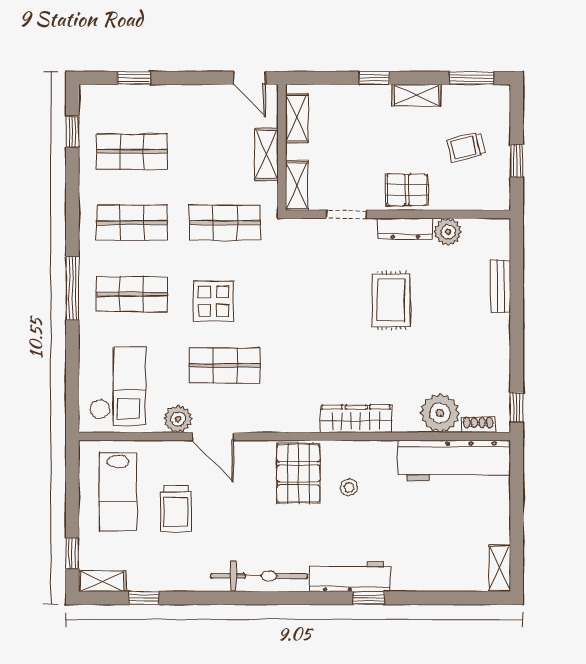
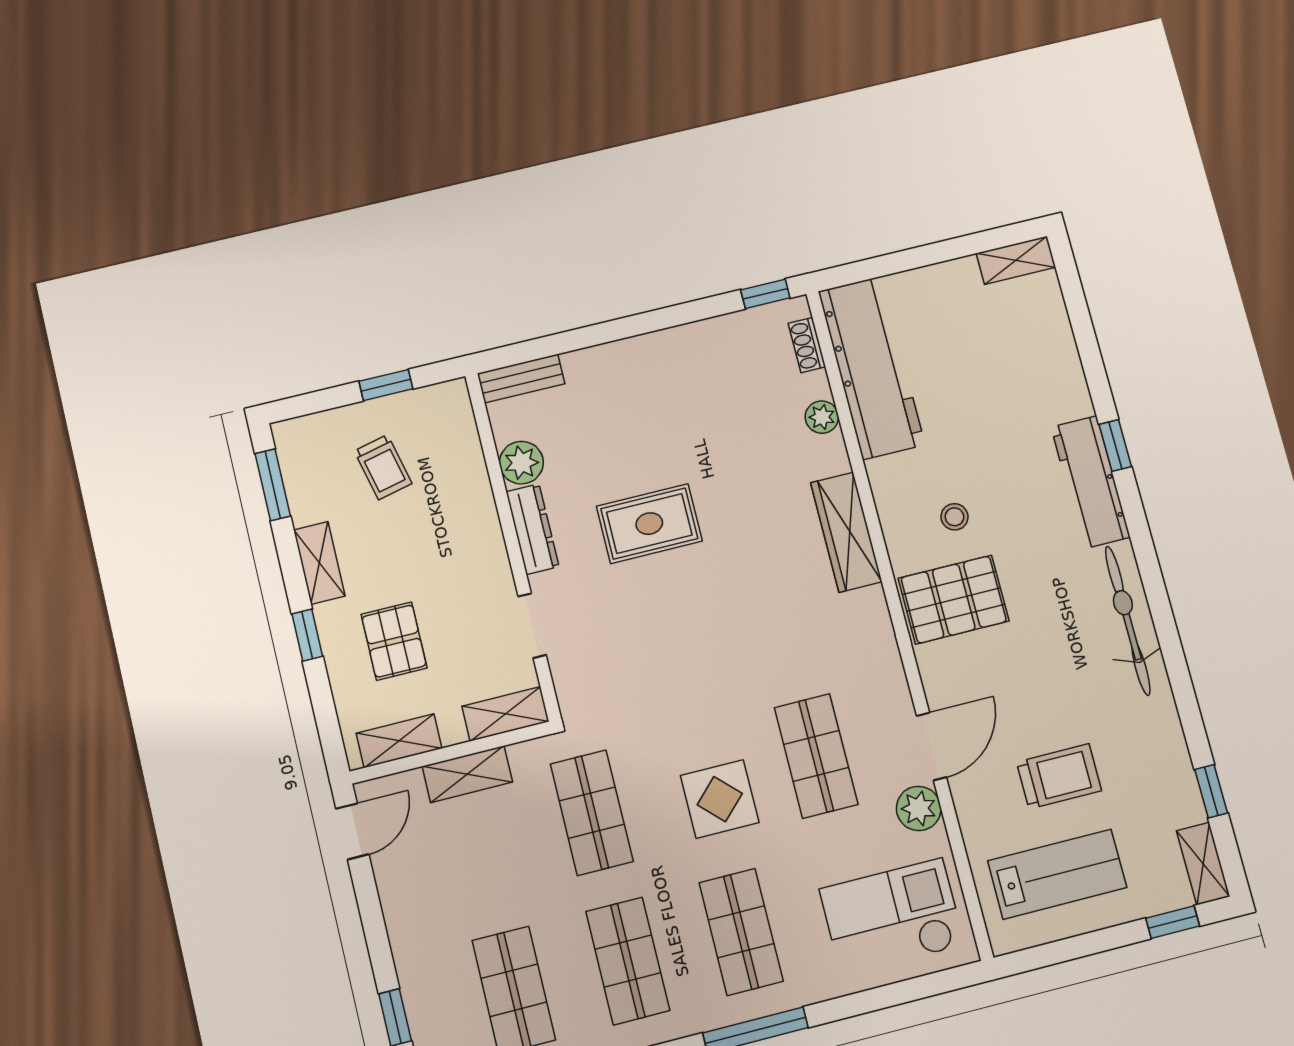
pallet: (407, 190) -> (394, 641), moved
bench: (500, 286) -> (521, 379), moved
plant: (440, 413) -> (822, 417), width x0.53, depth x0.53

